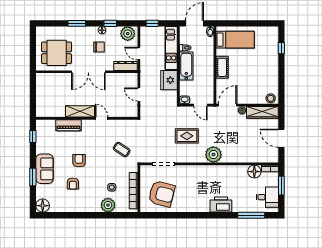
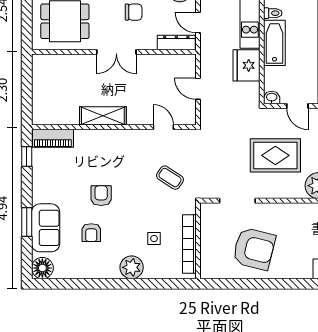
double door: (88, 72) -> (116, 52), width x0.73
door: (102, 118) -> (163, 127), moved
piano: (68, 125) -> (53, 138), moved
rug: (187, 136) -> (275, 155), width x1.36, depth x1.43
sofa: (45, 169) -> (46, 228), moved
armchair: (162, 194) -> (254, 249), moved
plant: (108, 205) -> (132, 267), moved

